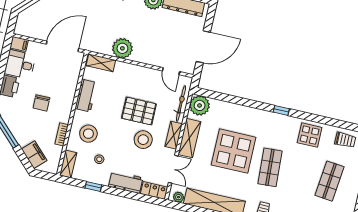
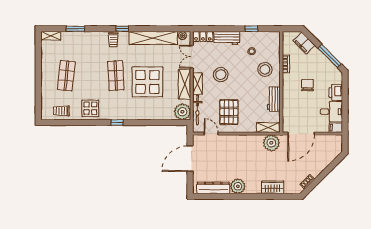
plant: (122, 48) -> (271, 143), moved
pallet: (139, 111) -> (229, 112), moved, turned 90
shelving: (68, 164) -> (275, 42), removed

